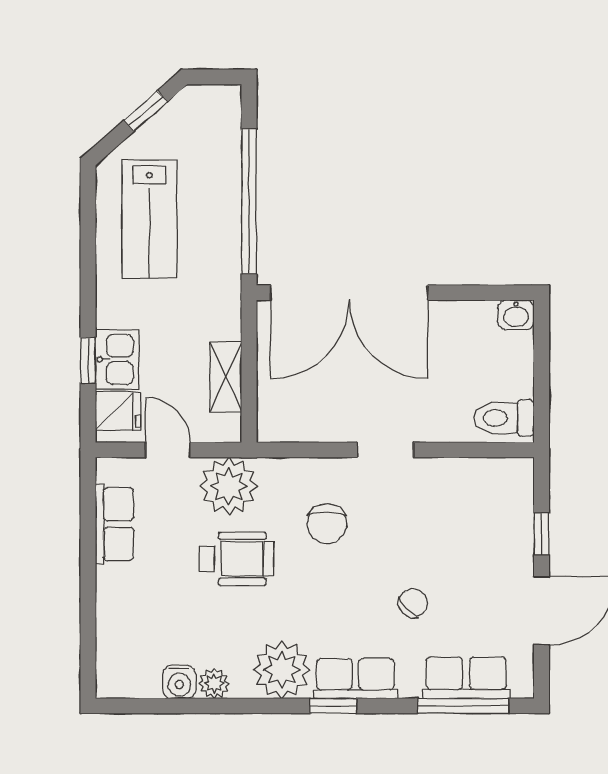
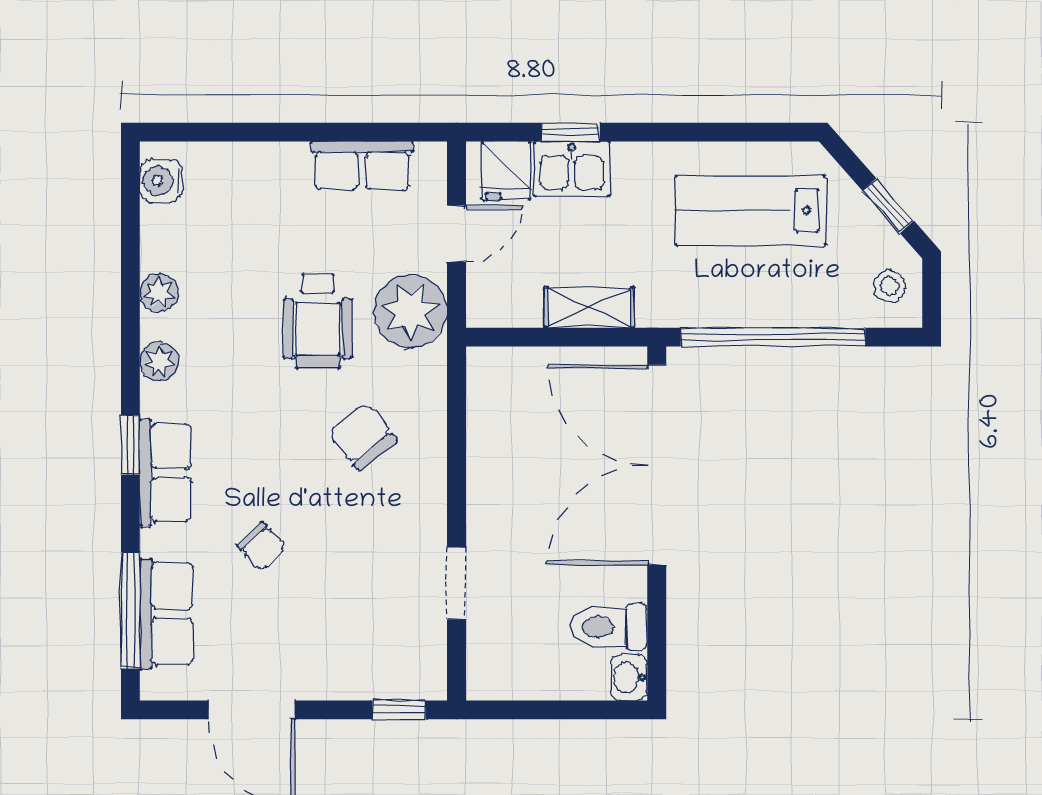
stool: (209, 110) -> (890, 286), added
shelving: (226, 377) -> (589, 308), moved
toilet: (504, 418) -> (609, 627), moved, turned -90
doorway: (385, 450) -> (456, 583), moved
chair: (327, 524) -> (363, 436), turned 51
window: (542, 534) -> (399, 710), moved
plant: (282, 670) -> (159, 362), width x0.53, depth x0.53
water cooler: (179, 682) -> (161, 181), moved

